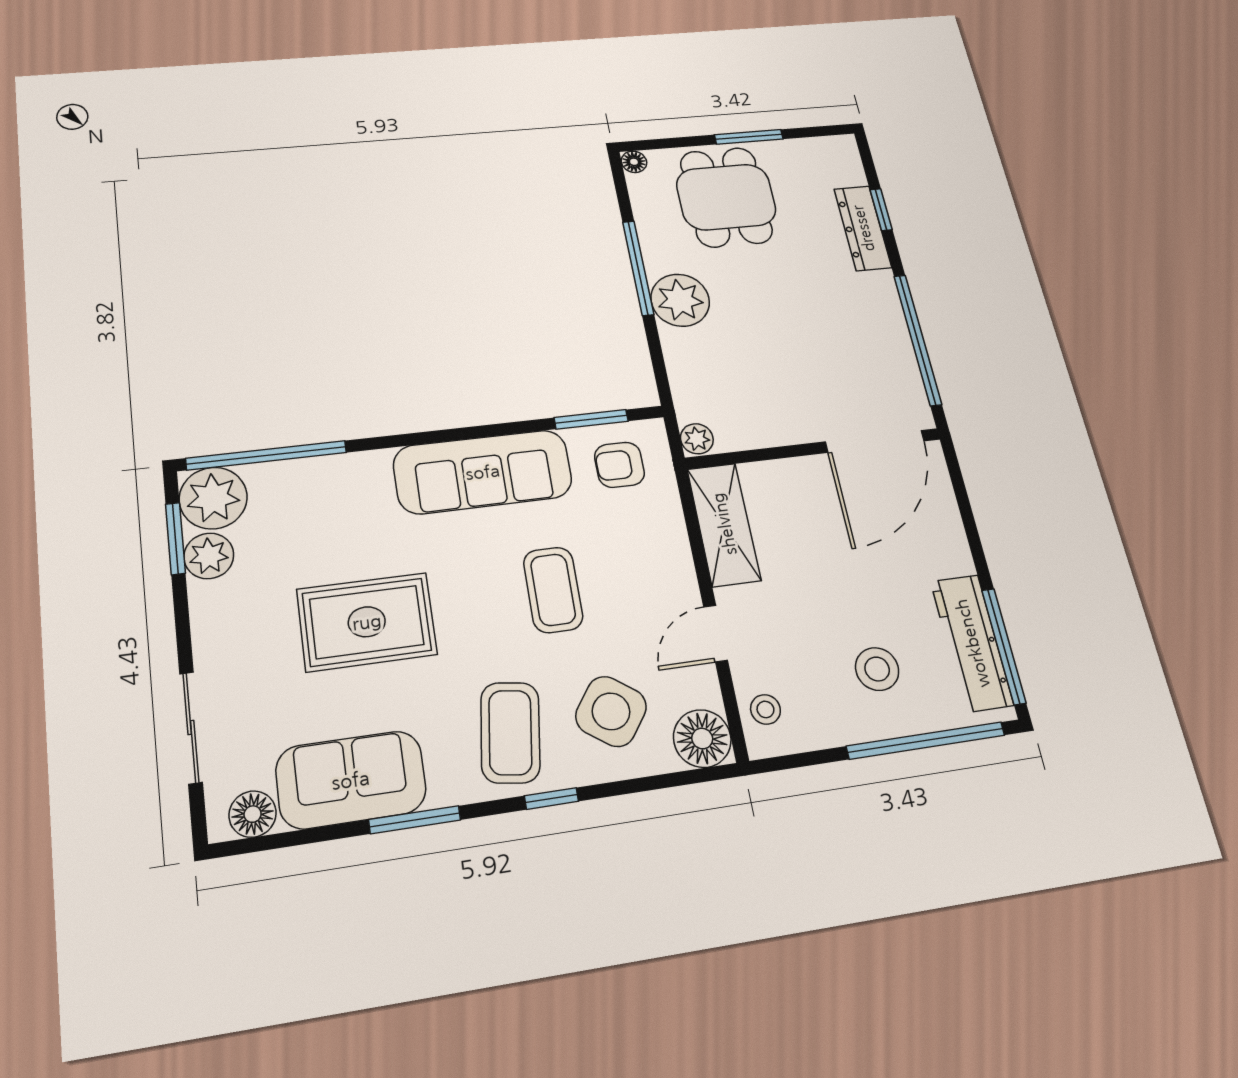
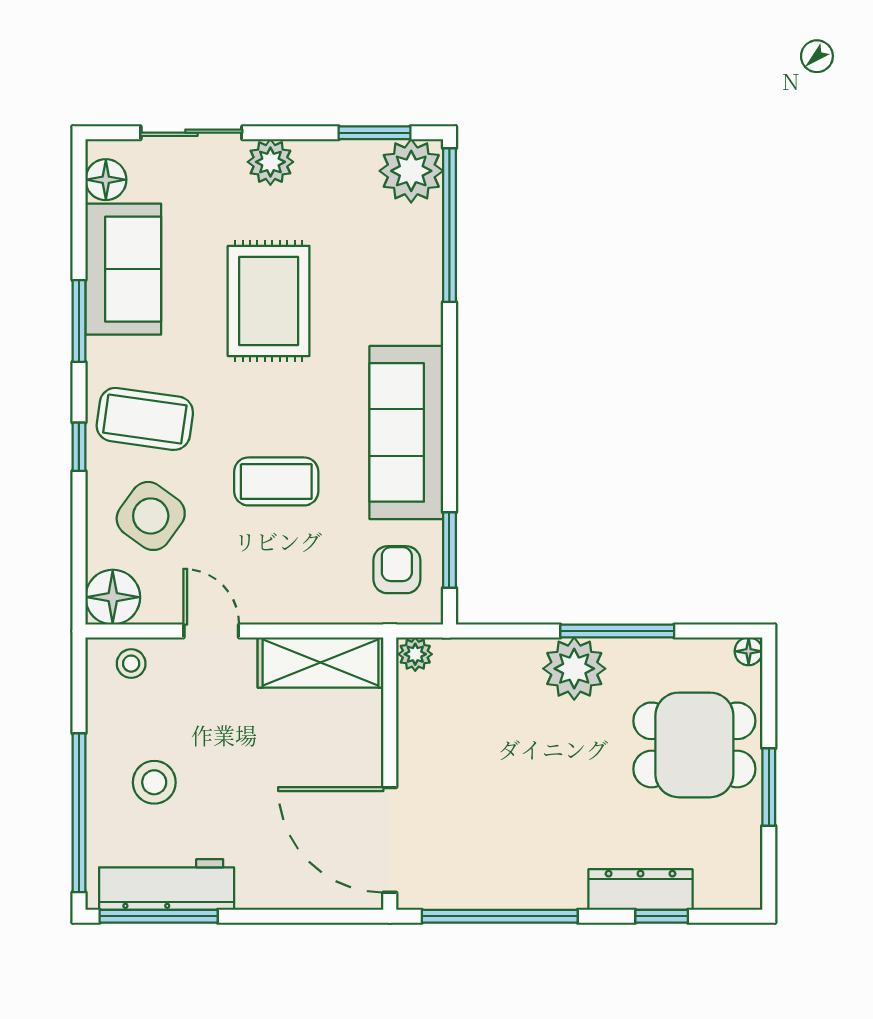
plant: (209, 556) -> (270, 162), moved

